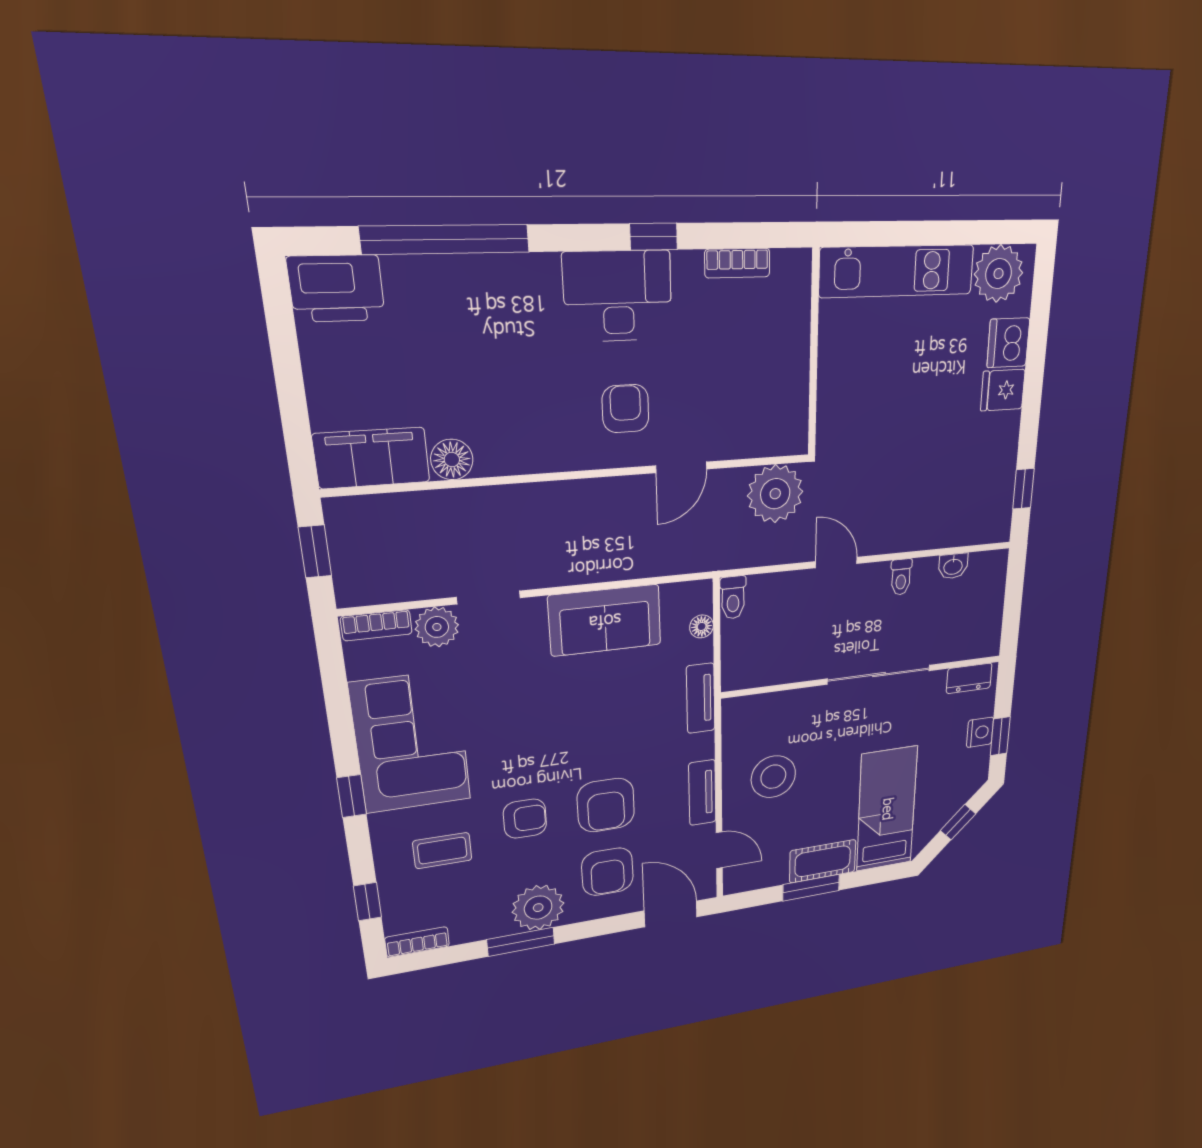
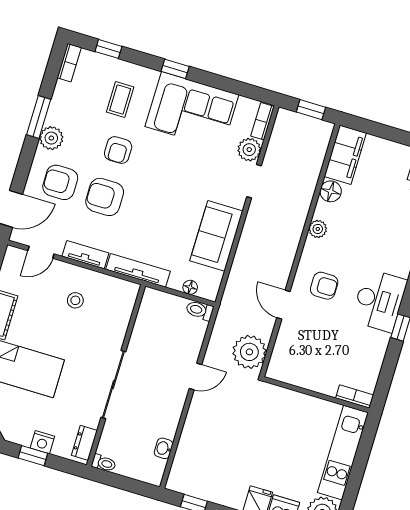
bookcase: (737, 263) -> (355, 396), moved, turned 90
plant: (529, 457) -> (318, 229), added
toilet: (901, 577) -> (104, 463), moved, turned 180
tv unit: (701, 698) -> (138, 270), width x1.41
stool: (773, 777) -> (75, 300), width x0.53, depth x0.53
plant: (538, 908) -> (51, 138), width x0.73, depth x0.73

